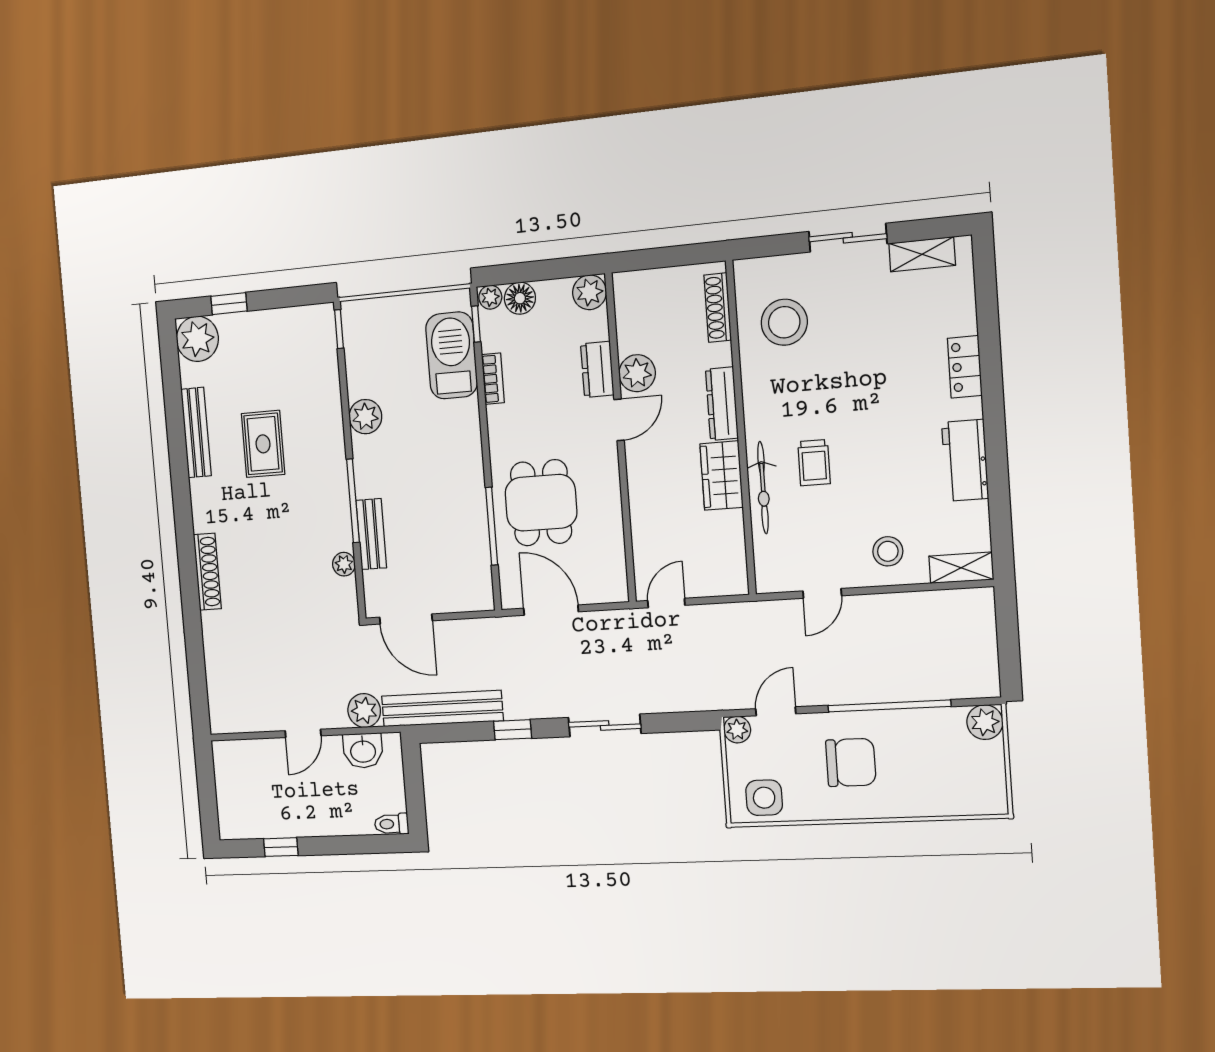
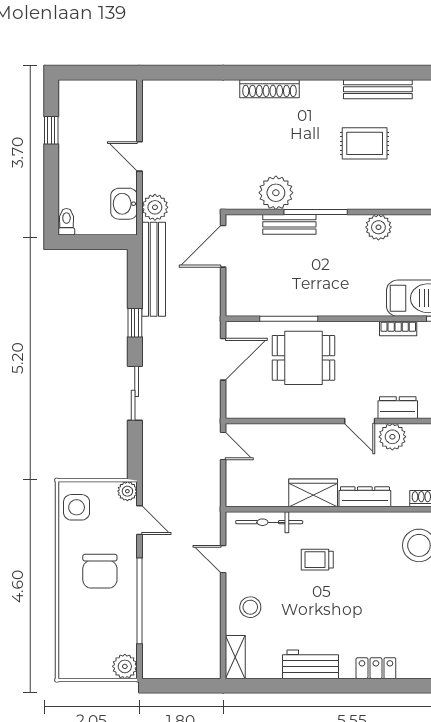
bicycle: (763, 488) -> (269, 522), moved
plant: (344, 564) -> (276, 193), width x1.88, depth x1.88

